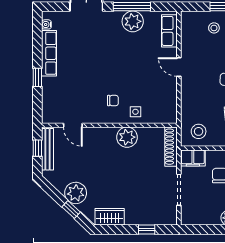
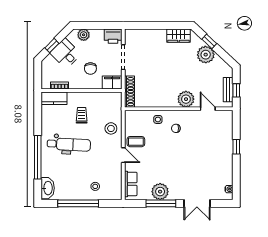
row of seats: (49, 53) -> (227, 166), removed
coffee table: (163, 84) -> (136, 142), added
stool: (199, 131) -> (111, 128), moved
plant: (127, 137) -> (186, 99), moved
bench: (47, 149) -> (228, 90), width x0.73
printer: (192, 216) -> (113, 36), added
window: (147, 229) -> (149, 25), removed

